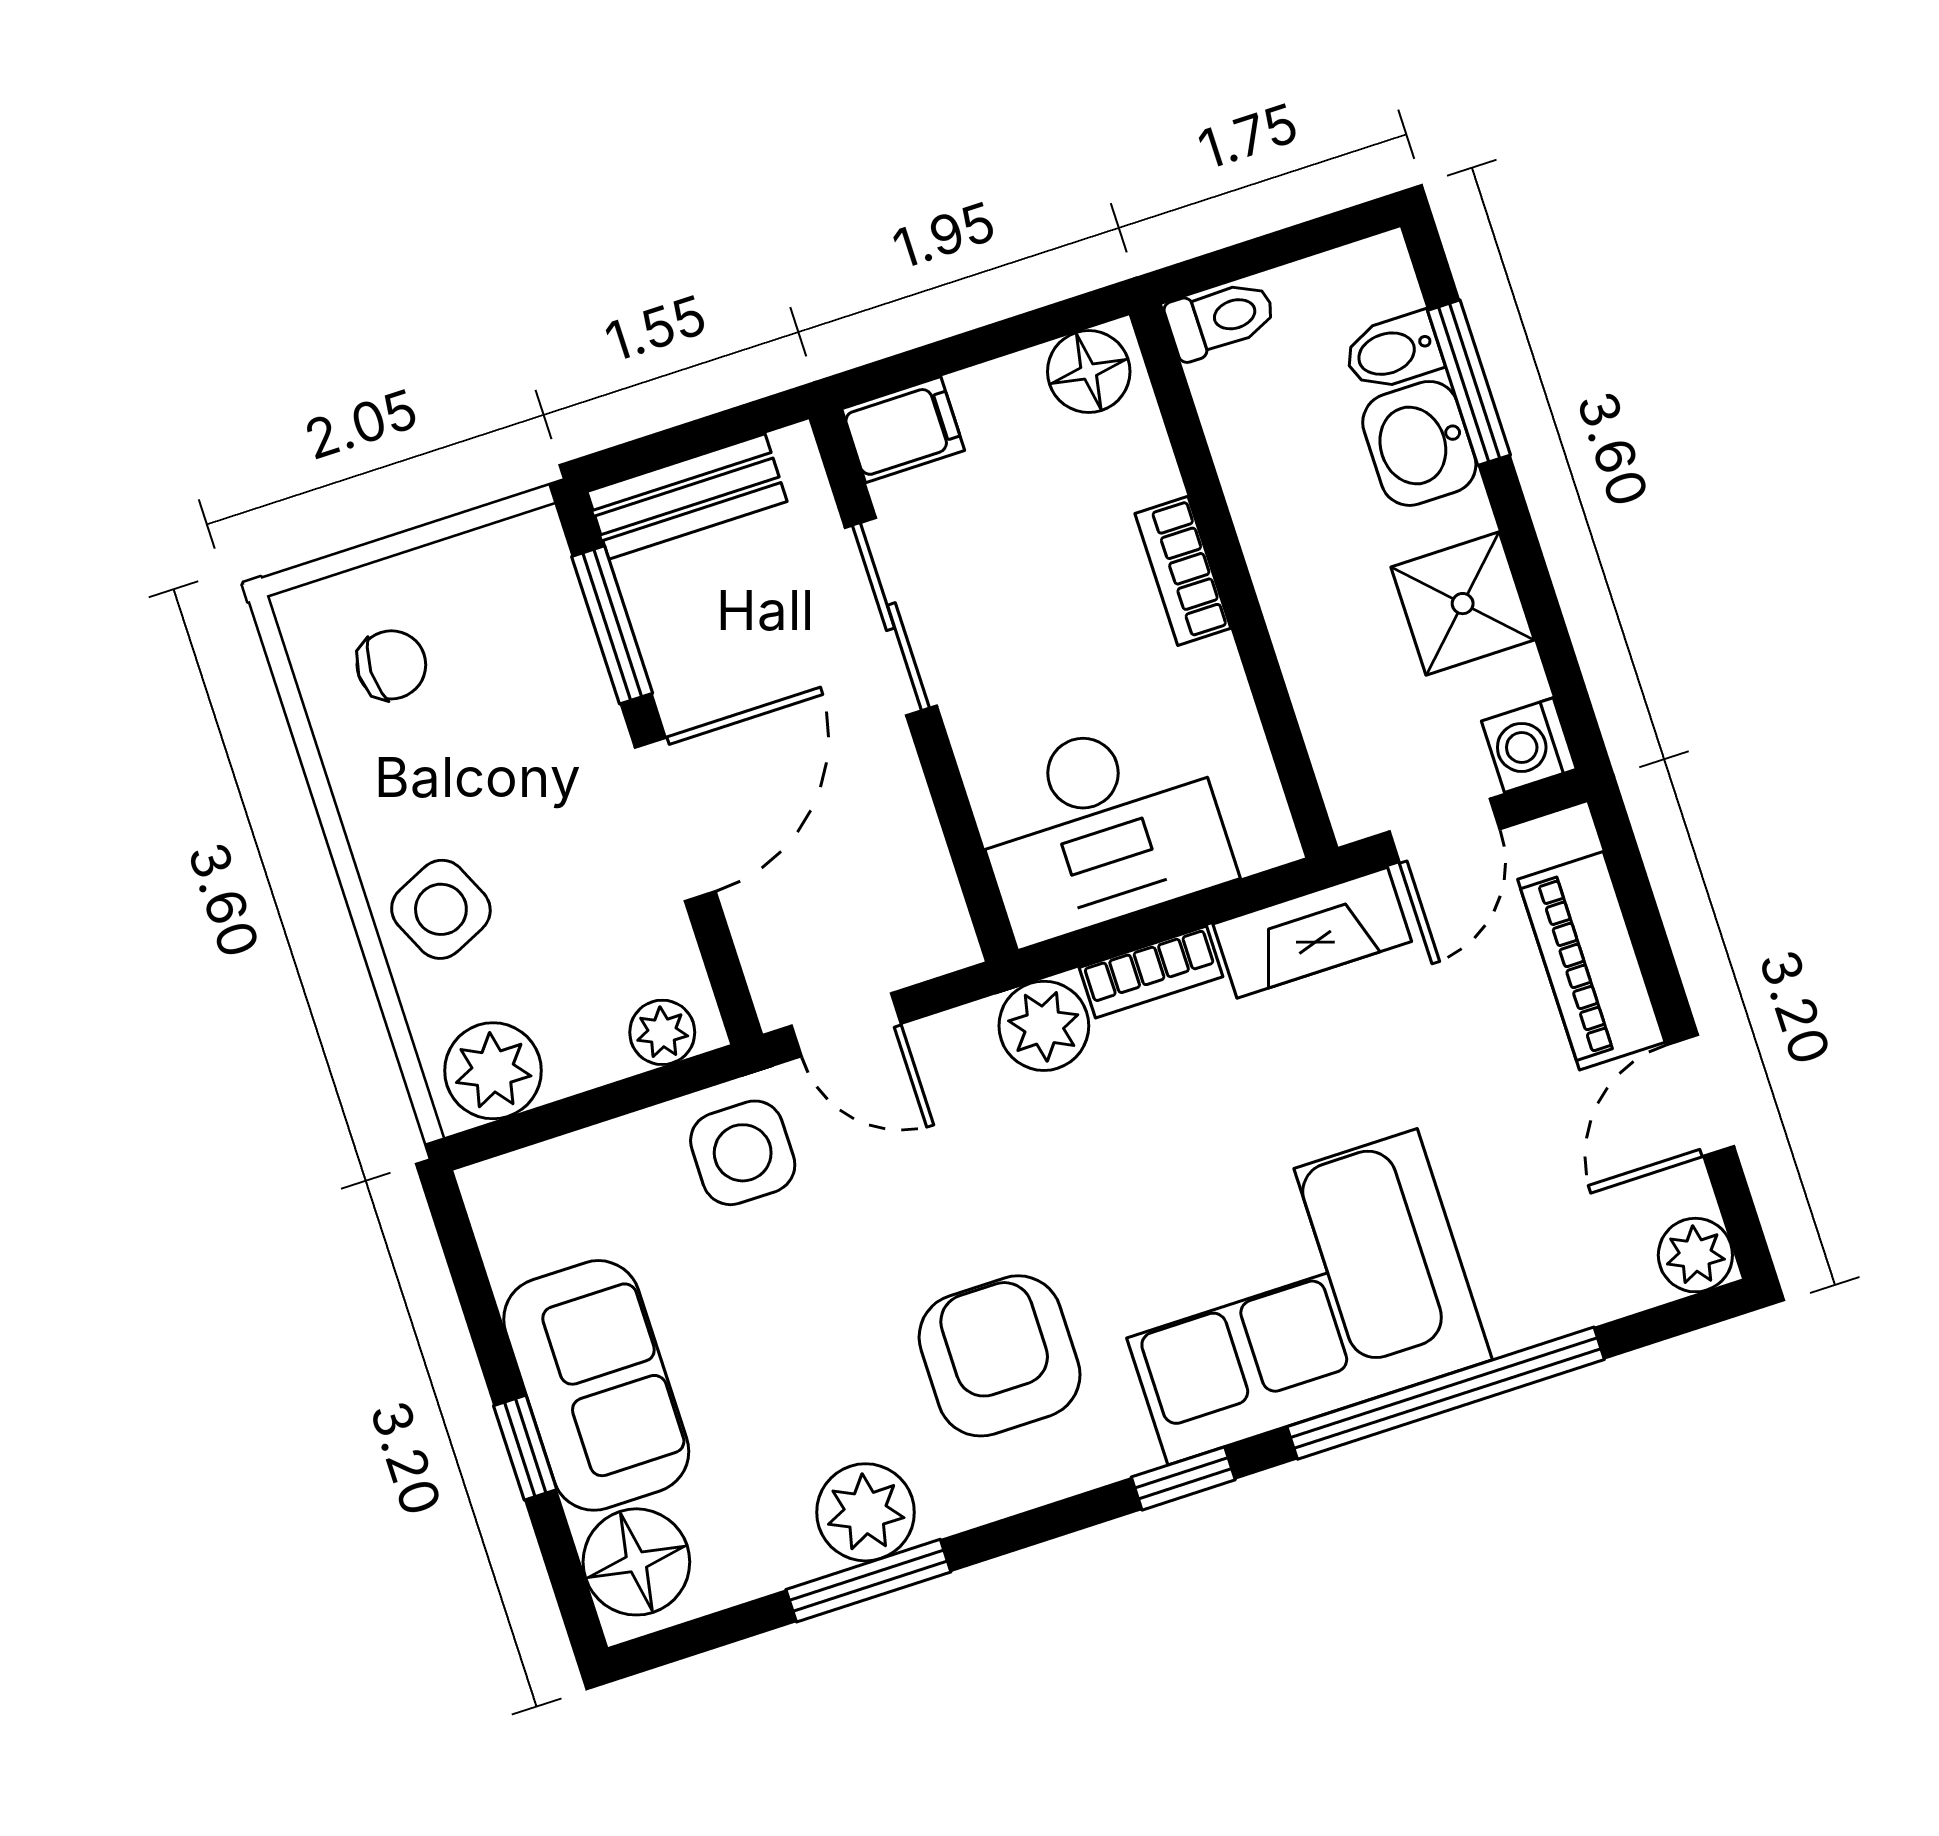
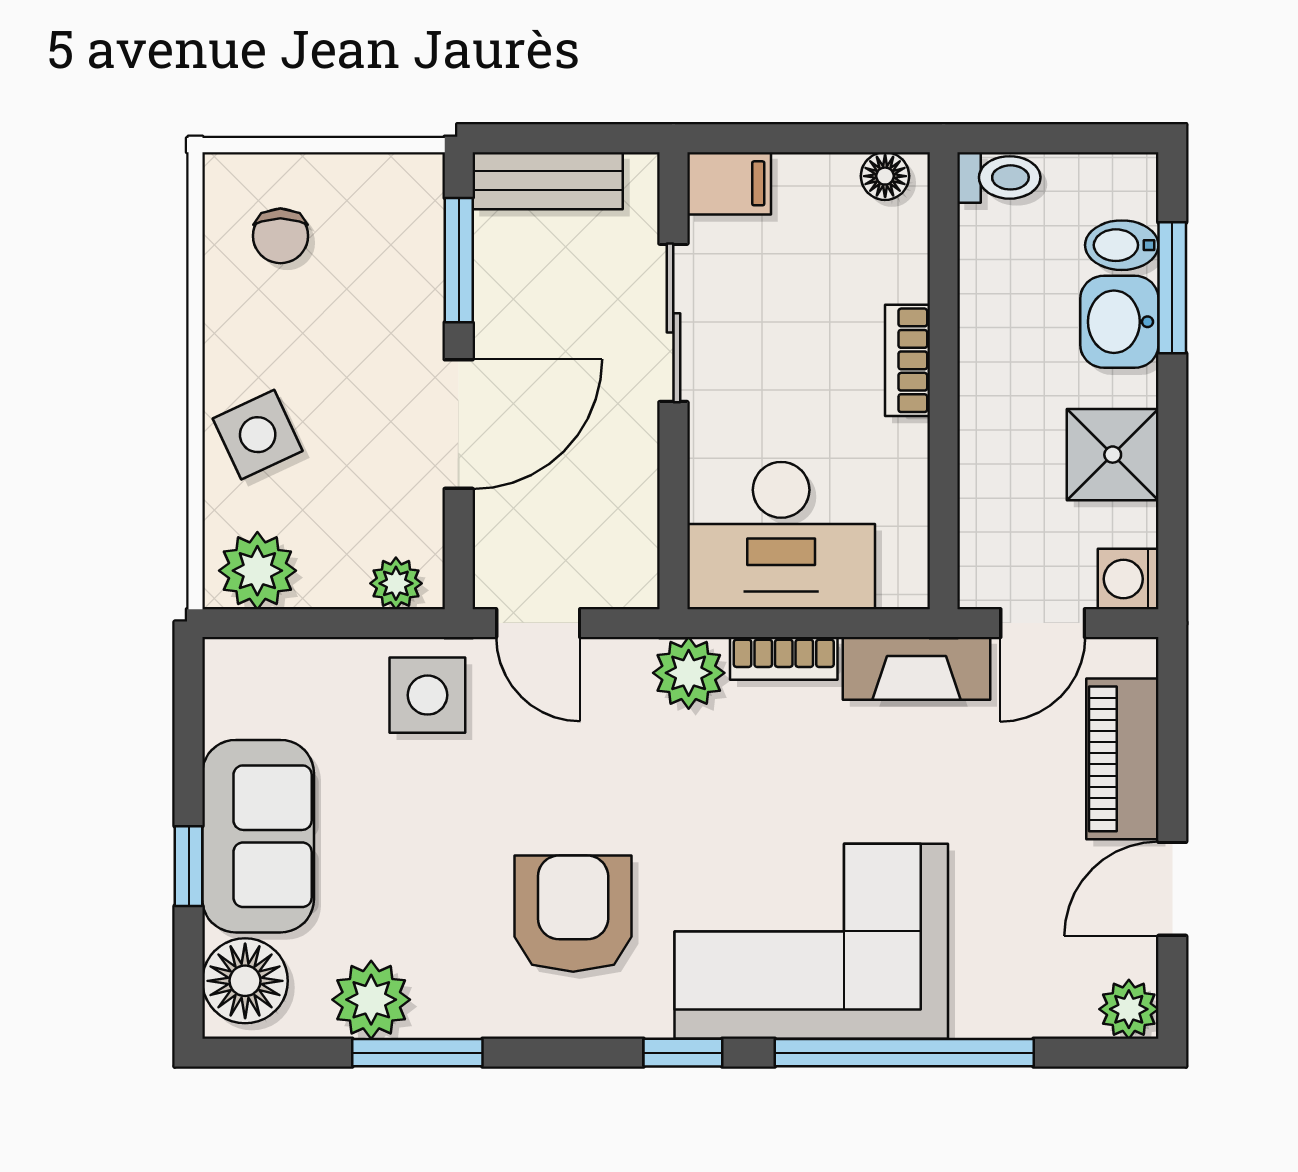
floor lamp: (1089, 372) -> (885, 176), width x0.73, depth x0.73
chair: (391, 665) -> (280, 236), turned 90
plant: (865, 1512) -> (371, 1000), moved

